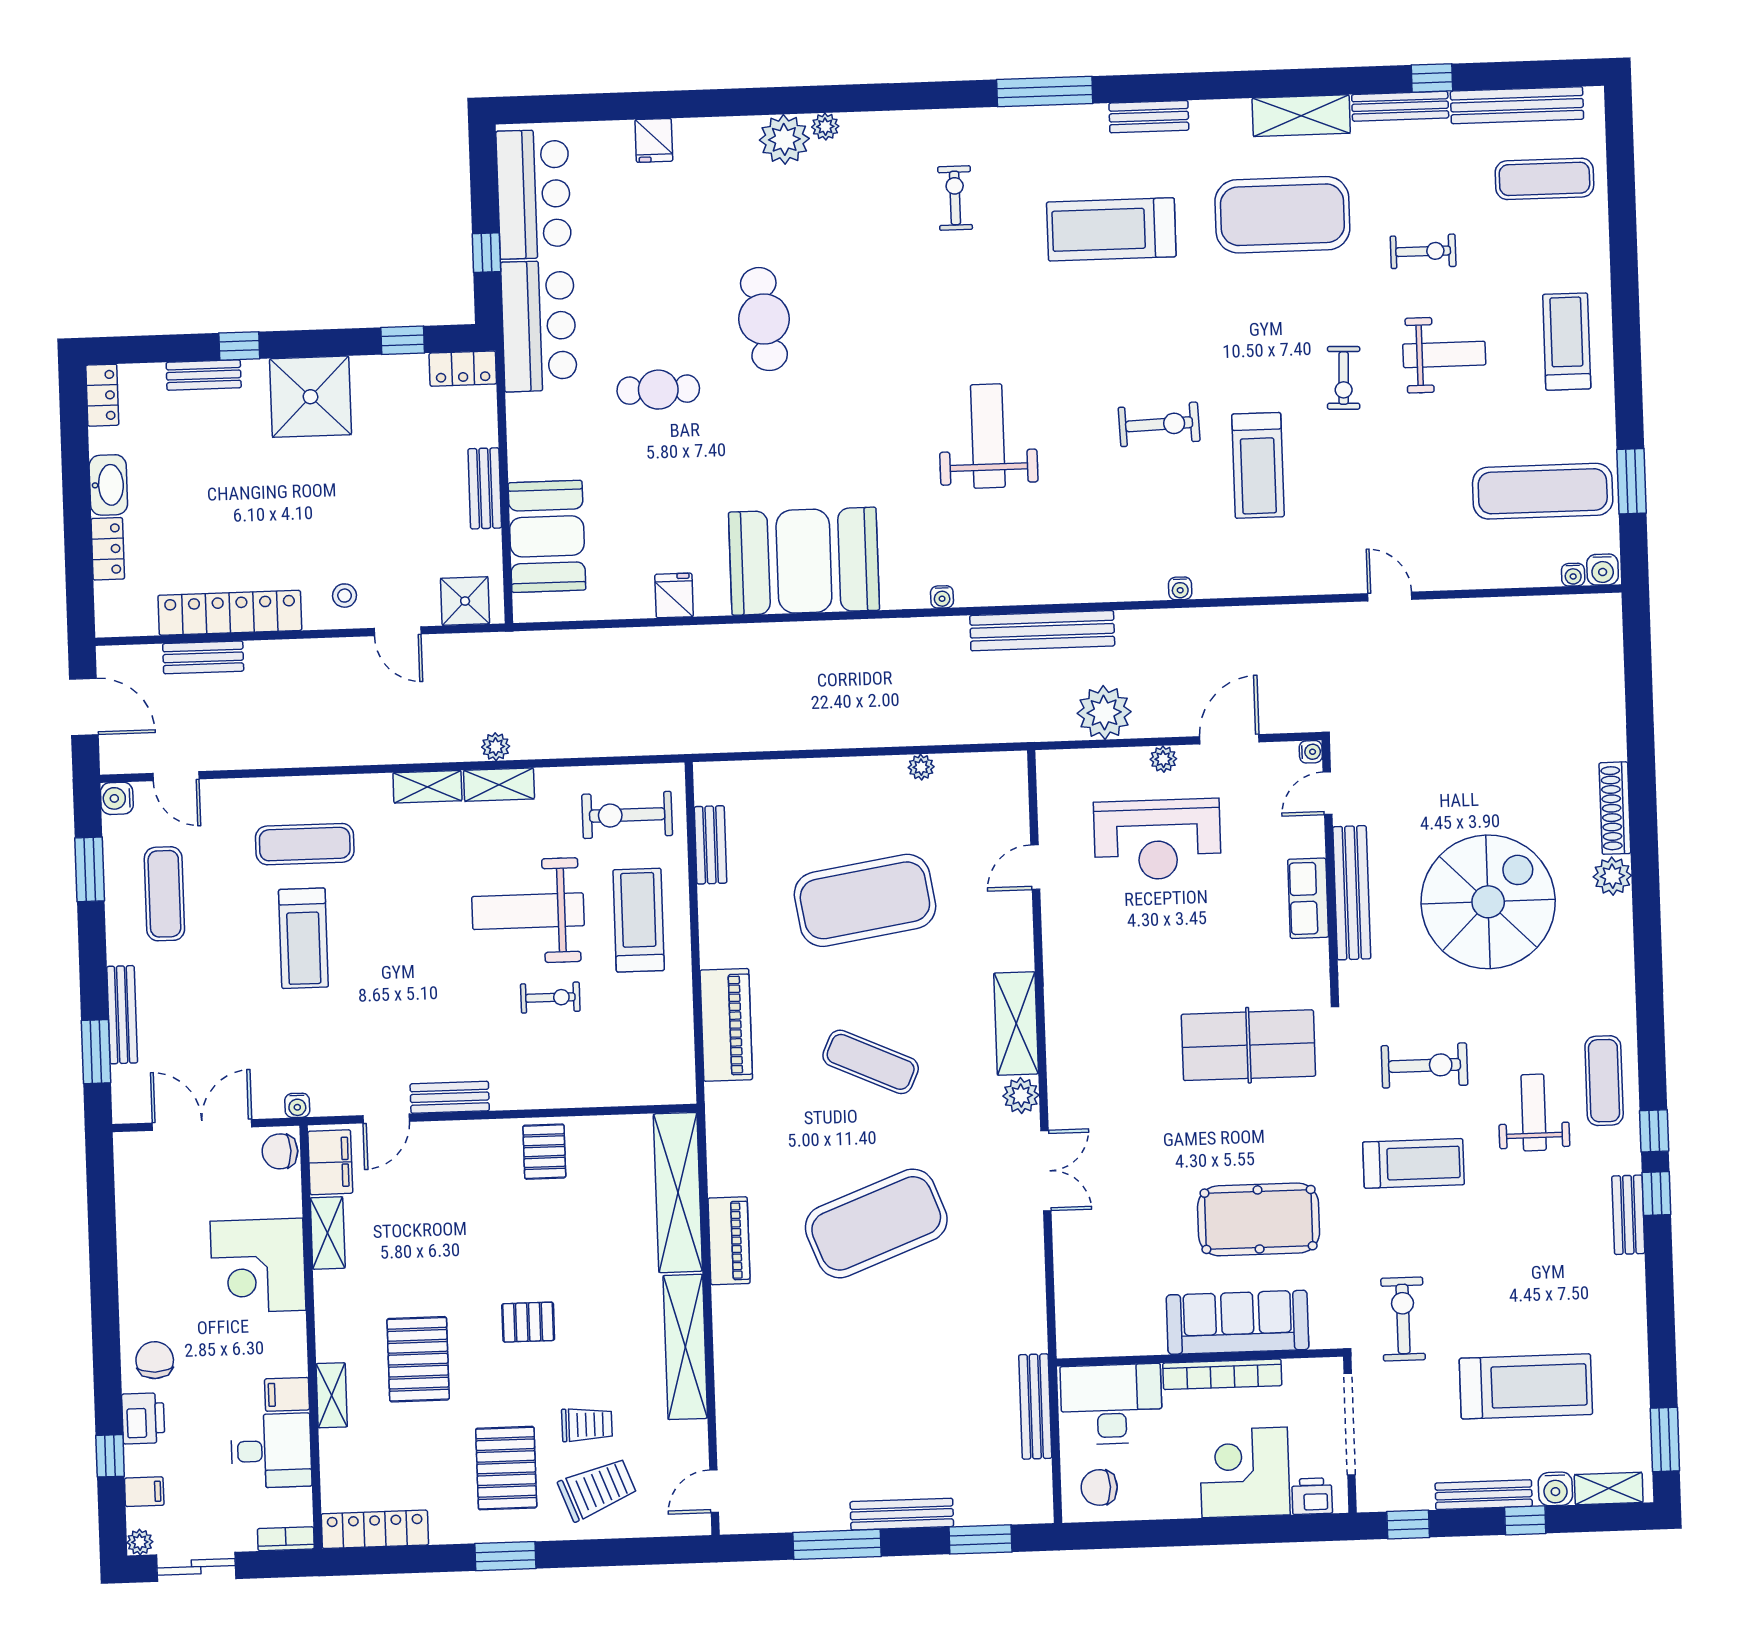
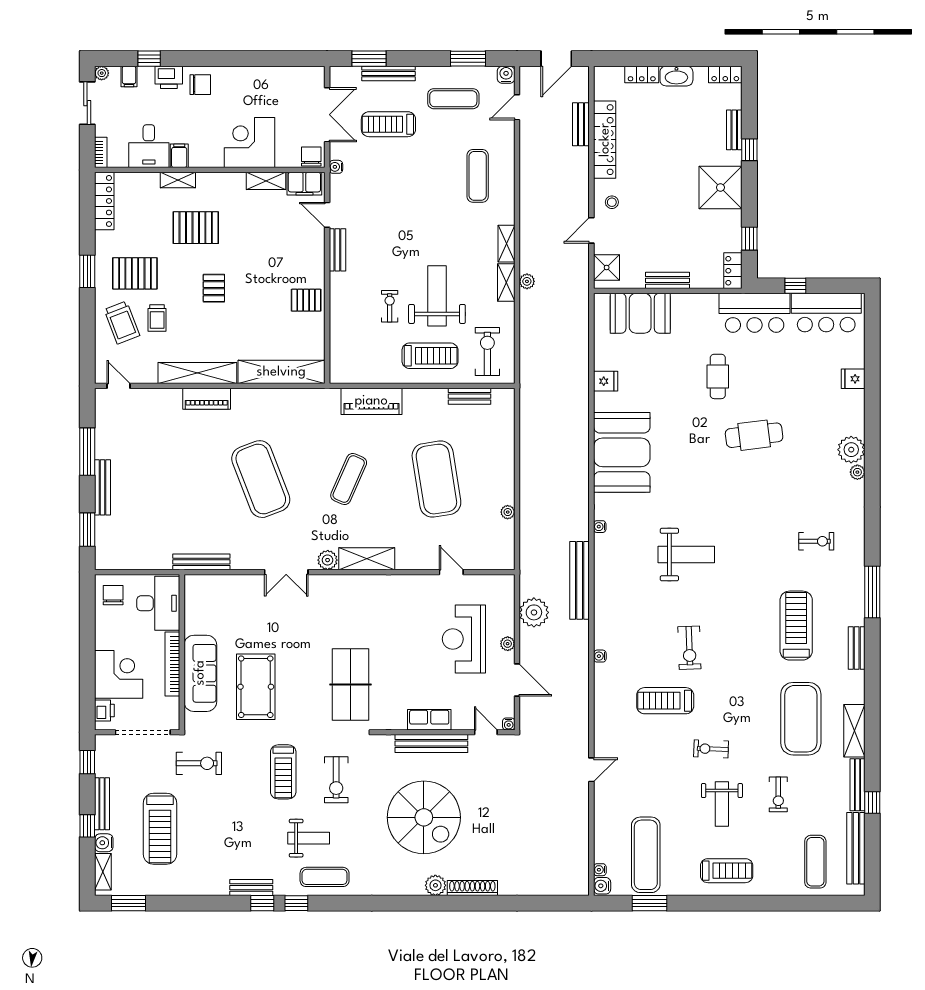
treadmill: (303, 938) -> (388, 124), moved
exercise bike: (550, 998) -> (390, 306), turned 180
piano: (729, 1241) -> (207, 399), moved
bench: (1035, 1406) -> (201, 562), moved

